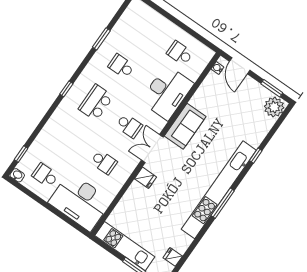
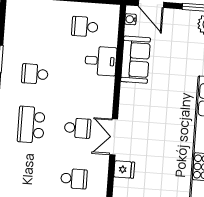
desk: (167, 92) -> (101, 61), width x0.53, depth x0.77
sofa: (185, 126) -> (136, 60), moved

